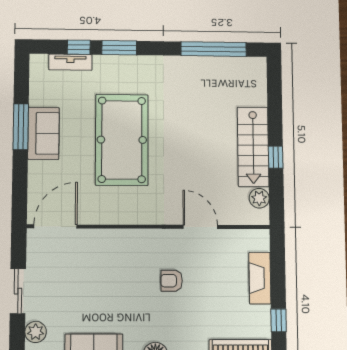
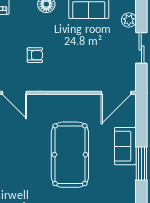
sofa: (44, 133) -> (125, 146), moved

